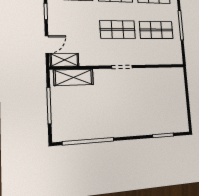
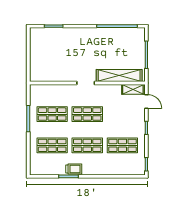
door: (47, 44) -> (146, 102), swing flipped
shelving: (74, 77) -> (119, 75), width x1.47

